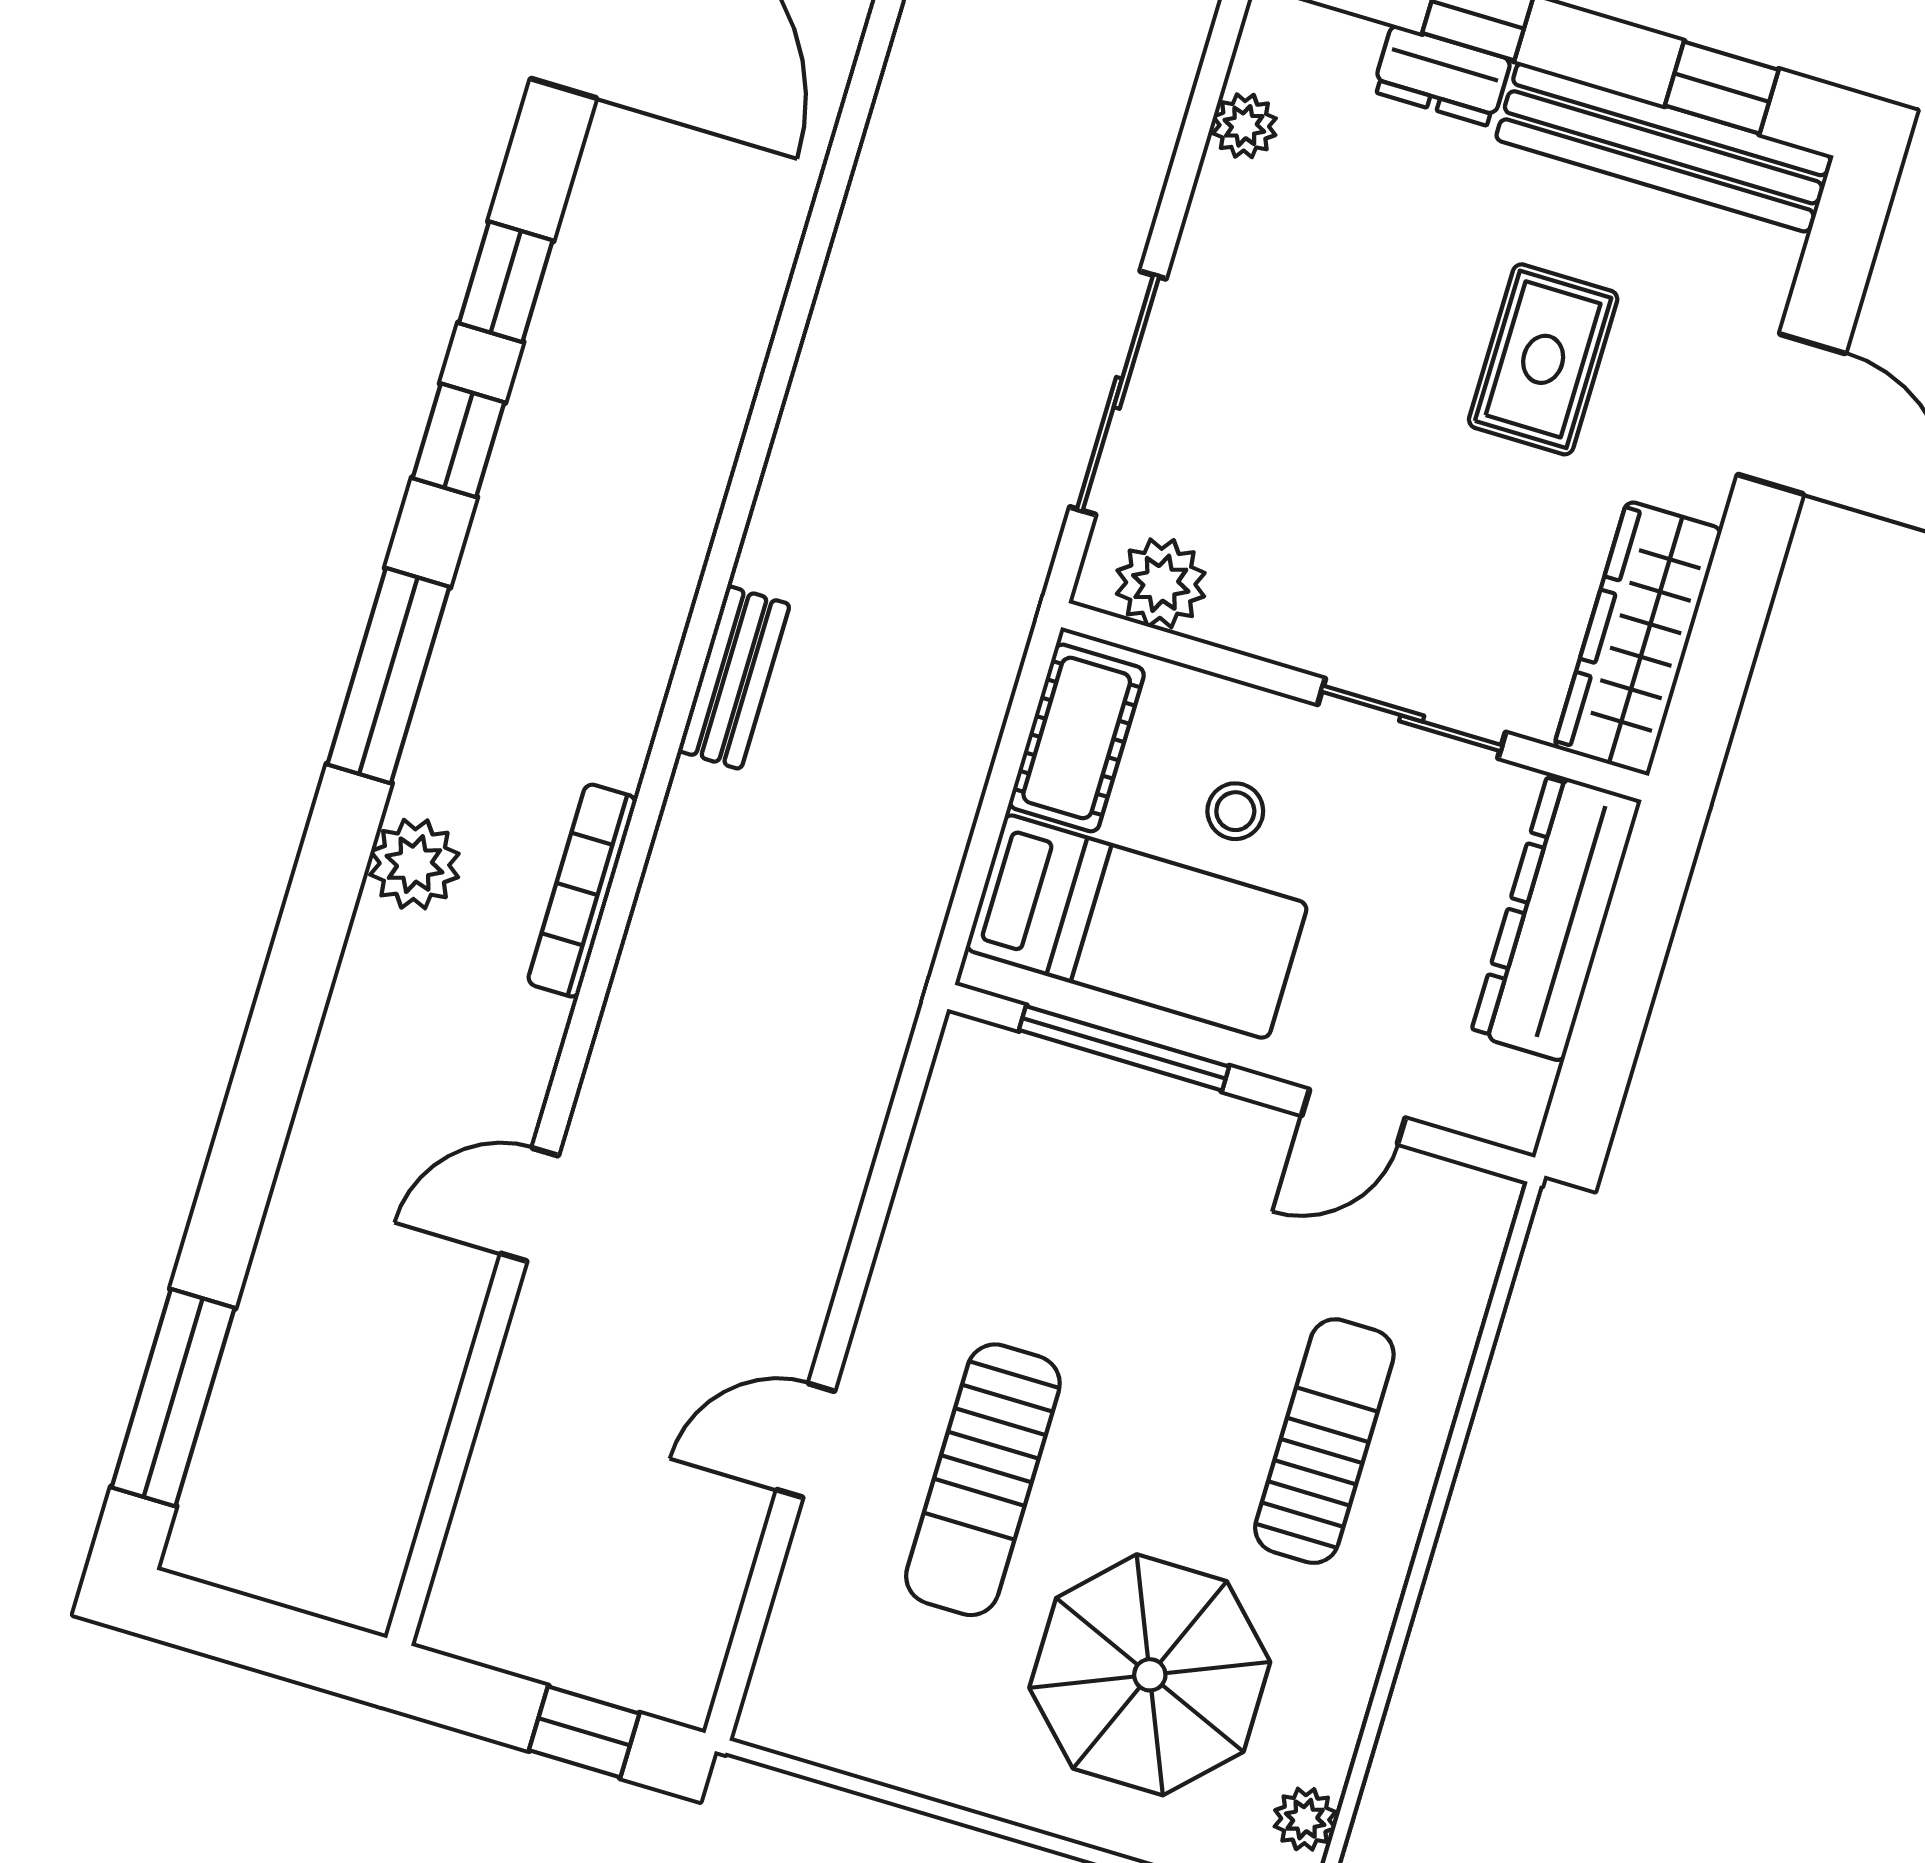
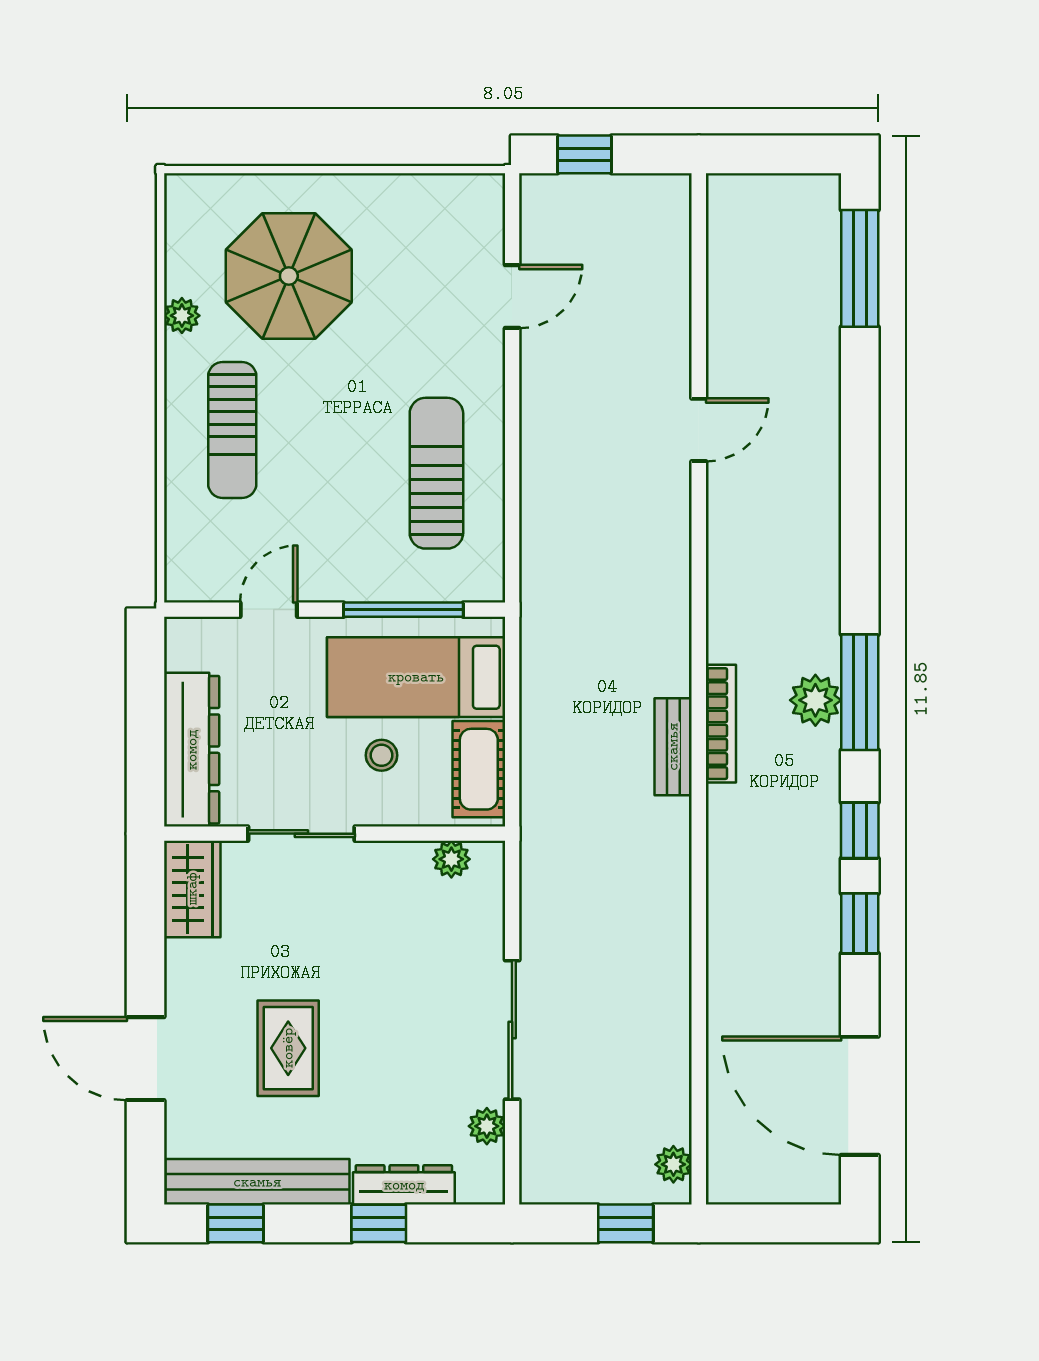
dresser: (1442, 76) -> (404, 1185), width x1.44
sliding door: (1118, 393) -> (512, 1030), moved
plant: (1161, 583) -> (451, 859), width x0.73, depth x0.73
wardrobe: (1638, 638) -> (192, 889), width x0.67
plant: (414, 864) -> (815, 700), moved
bookcase: (582, 891) -> (721, 724), moved
door: (806, 1440) -> (512, 296), moved
sun lounger: (983, 1480) -> (436, 473), moved
plant: (1305, 1819) -> (182, 316), moved

